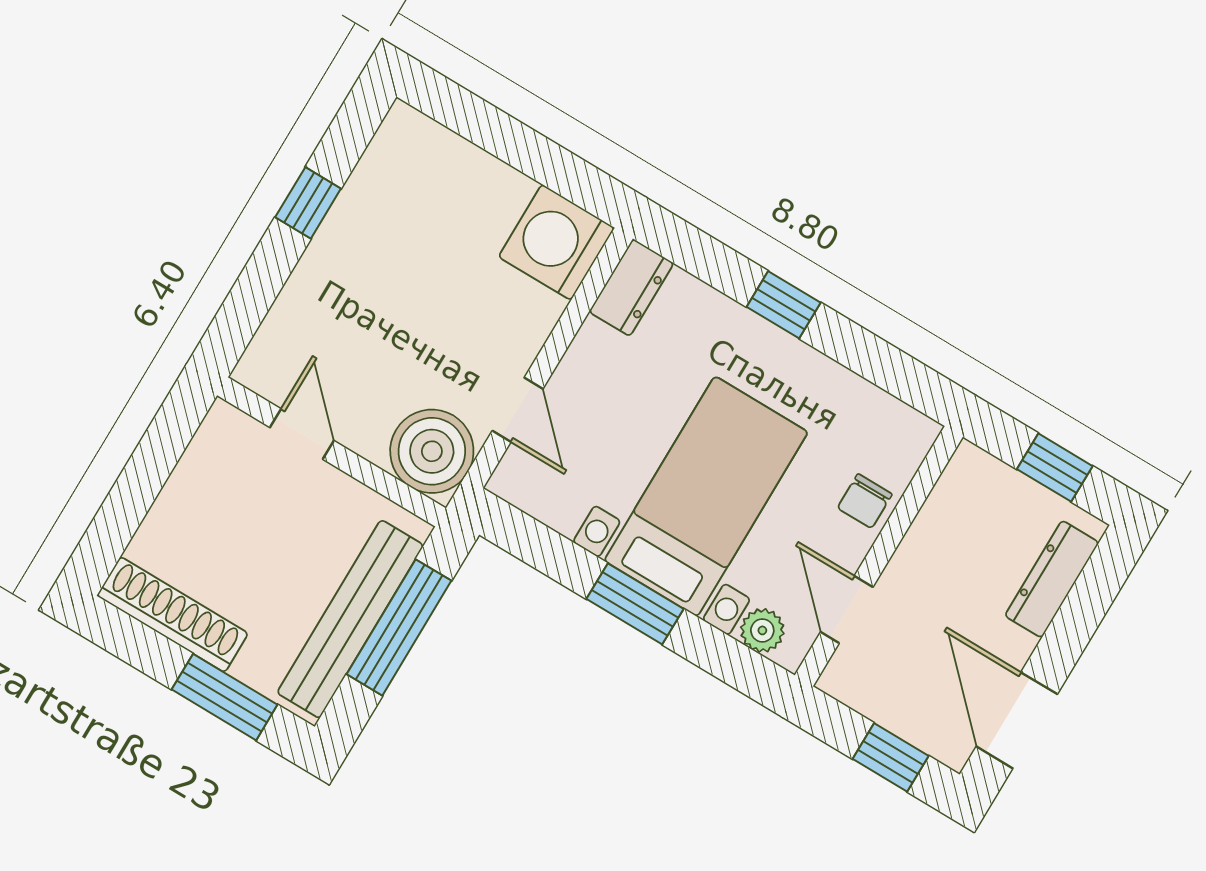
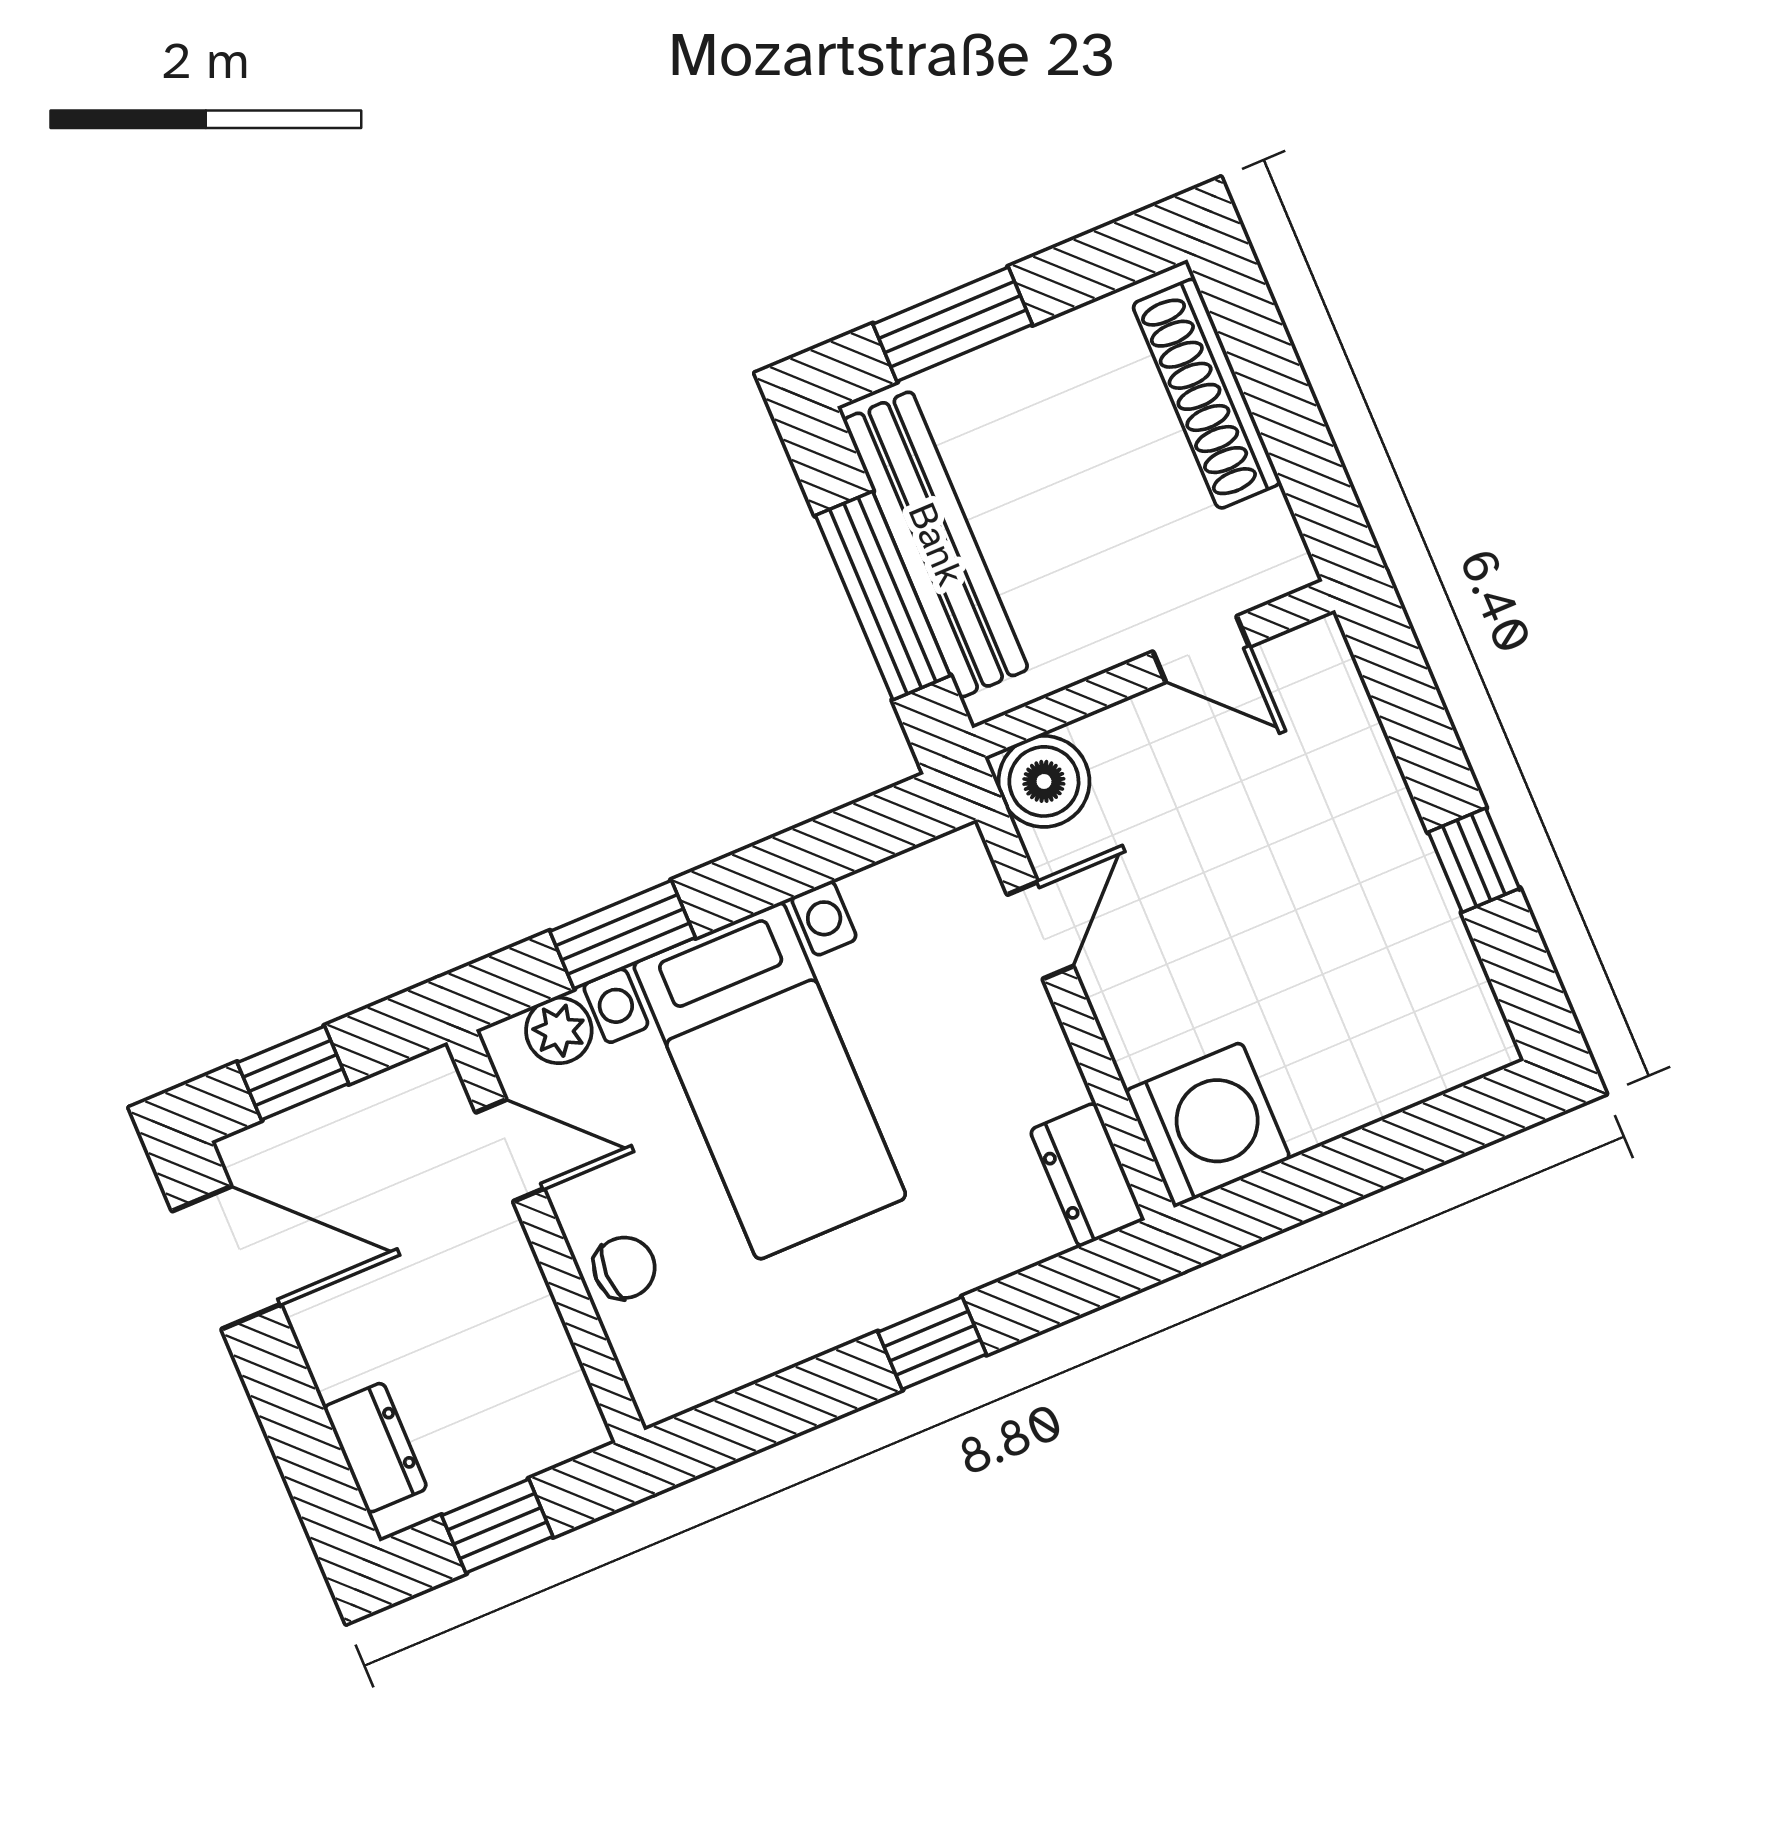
door: (518, 410) -> (1040, 930), swing flipped
boiler: (432, 451) -> (1044, 781), width x0.73, depth x0.73
chair: (865, 501) -> (624, 1268), turned 90
dresser: (1052, 579) -> (375, 1448), width x0.70
window: (635, 604) -> (623, 934), moved
shoe rack: (173, 615) -> (1207, 394), moved, turned 90

